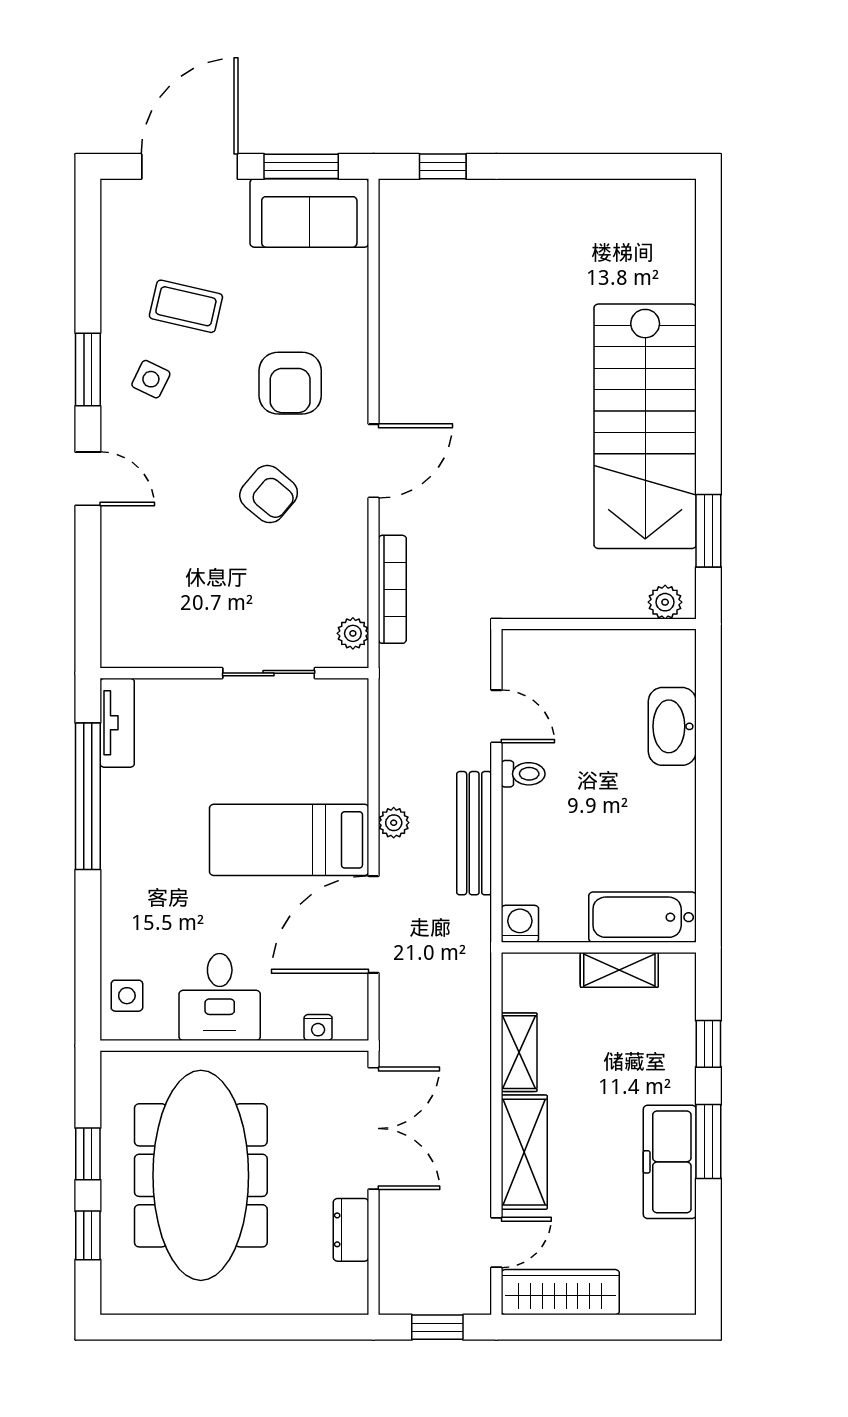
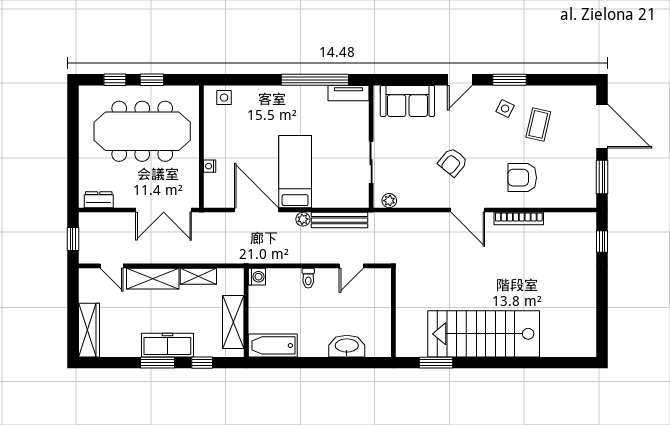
sofa: (309, 213) -> (407, 101), moved, turned -90
armchair: (290, 383) -> (522, 178), moved
bookcase: (392, 589) -> (519, 219), moved
plant: (665, 602) -> (403, 343), removed
toilet: (523, 774) -> (308, 278), moved
bench: (474, 833) -> (339, 220), moved
bathtub: (642, 917) -> (273, 345), moved, turned -90
shelving: (619, 970) -> (233, 322), width x1.50, depth x1.33
desk: (220, 997) -> (223, 140), removed
nightstand: (318, 1028) -> (210, 166), moved
freezer: (670, 1162) -> (167, 345), moved
dresser: (351, 1230) -> (99, 200), moved
wardrobe: (560, 1292) -> (89, 330), moved

